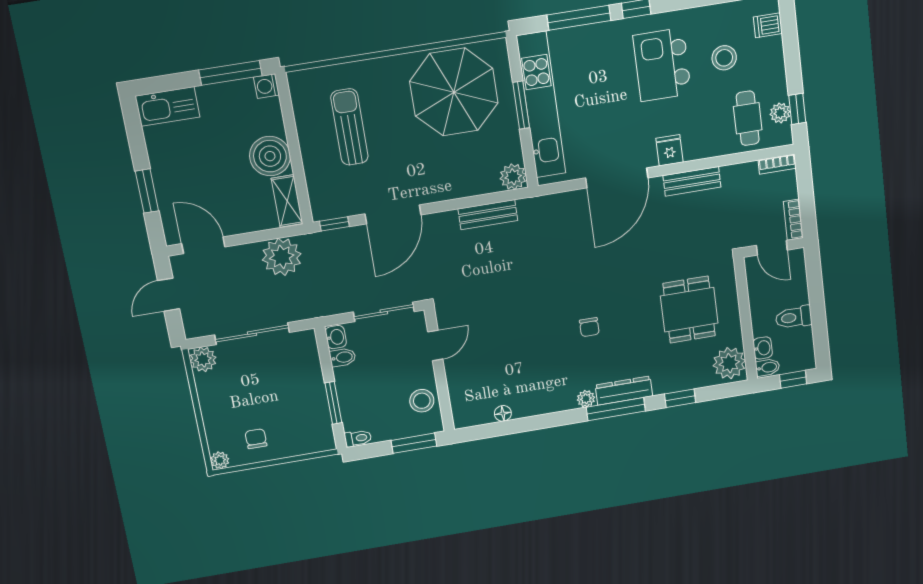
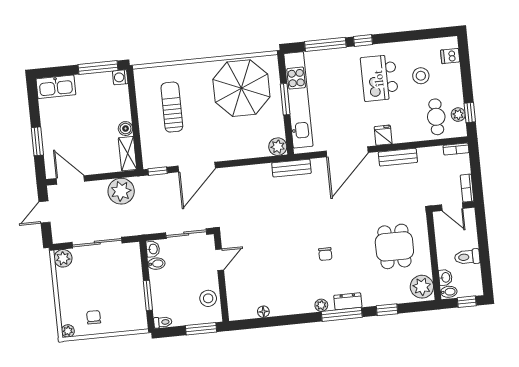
boiler: (270, 156) -> (126, 129), width x0.54, depth x0.54
bench: (488, 215) -> (291, 168), moved
dresser: (624, 391) -> (348, 301), width x0.70

